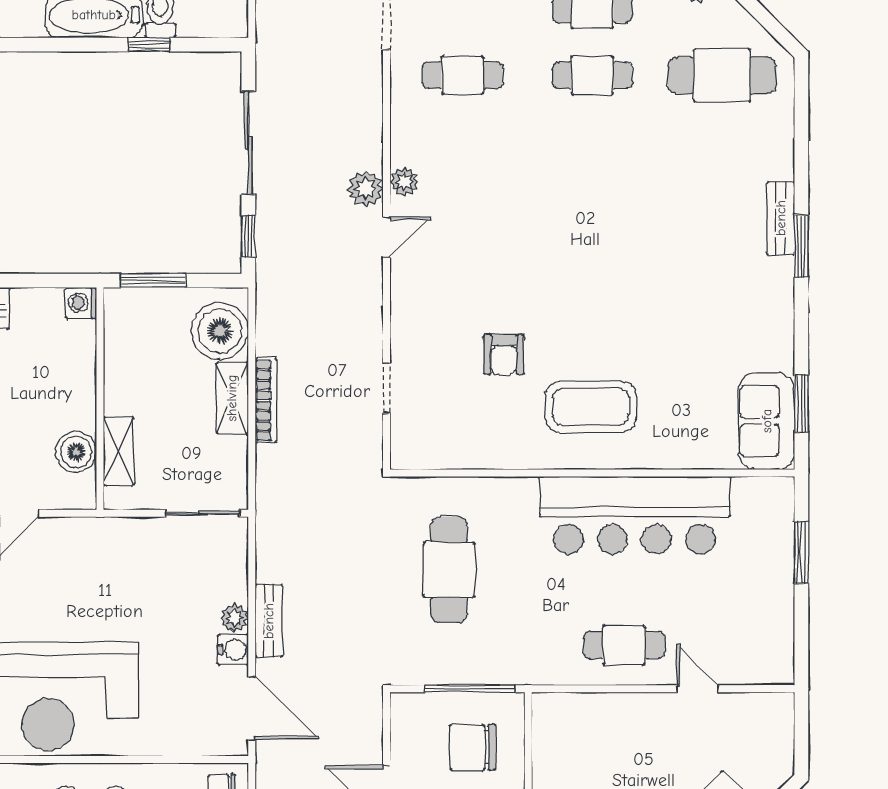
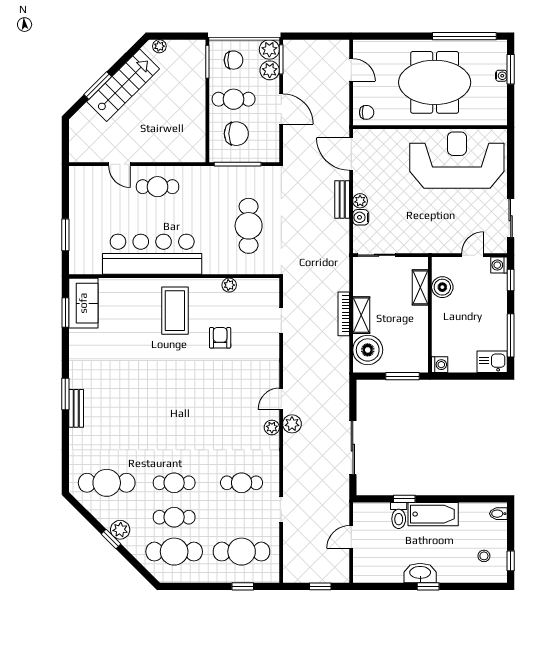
window: (248, 236) -> (353, 399), removed
coffee table: (591, 407) -> (175, 311), turned 90
plant: (486, 456) -> (229, 285), added
water cooler: (233, 650) -> (361, 217), moved

